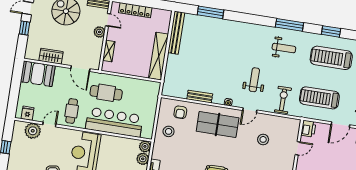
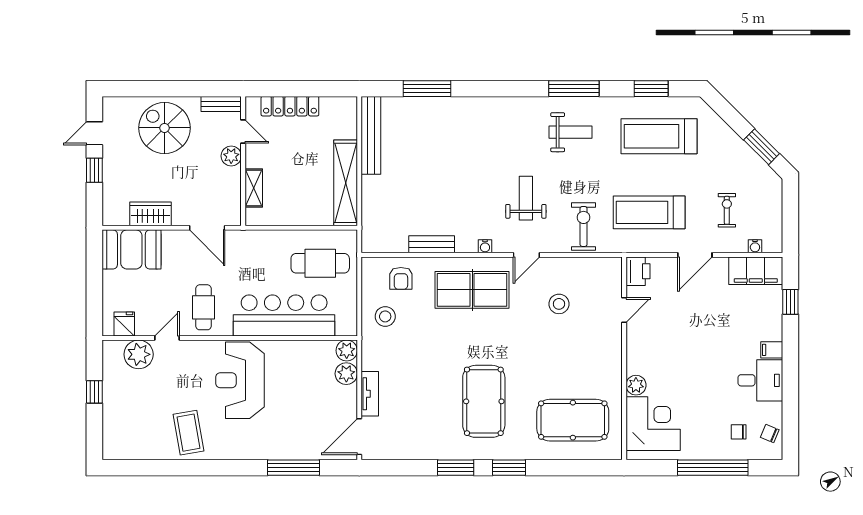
cafe table: (106, 93) -> (320, 263), moved

